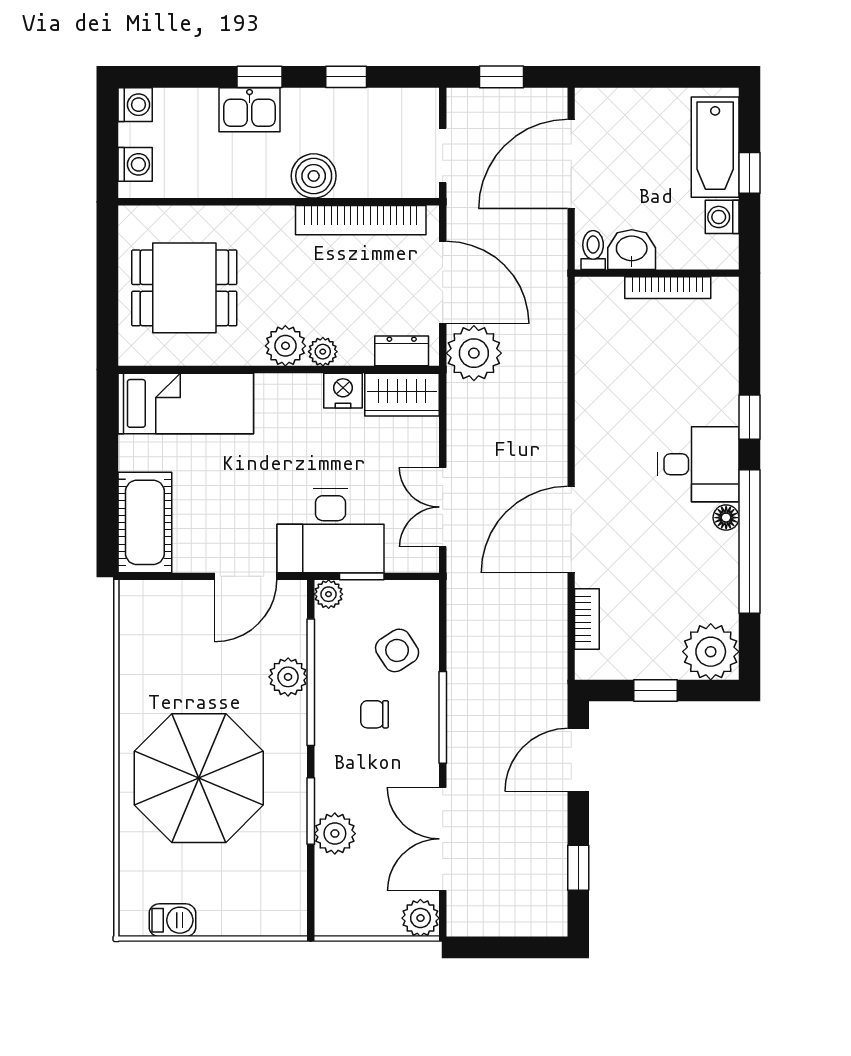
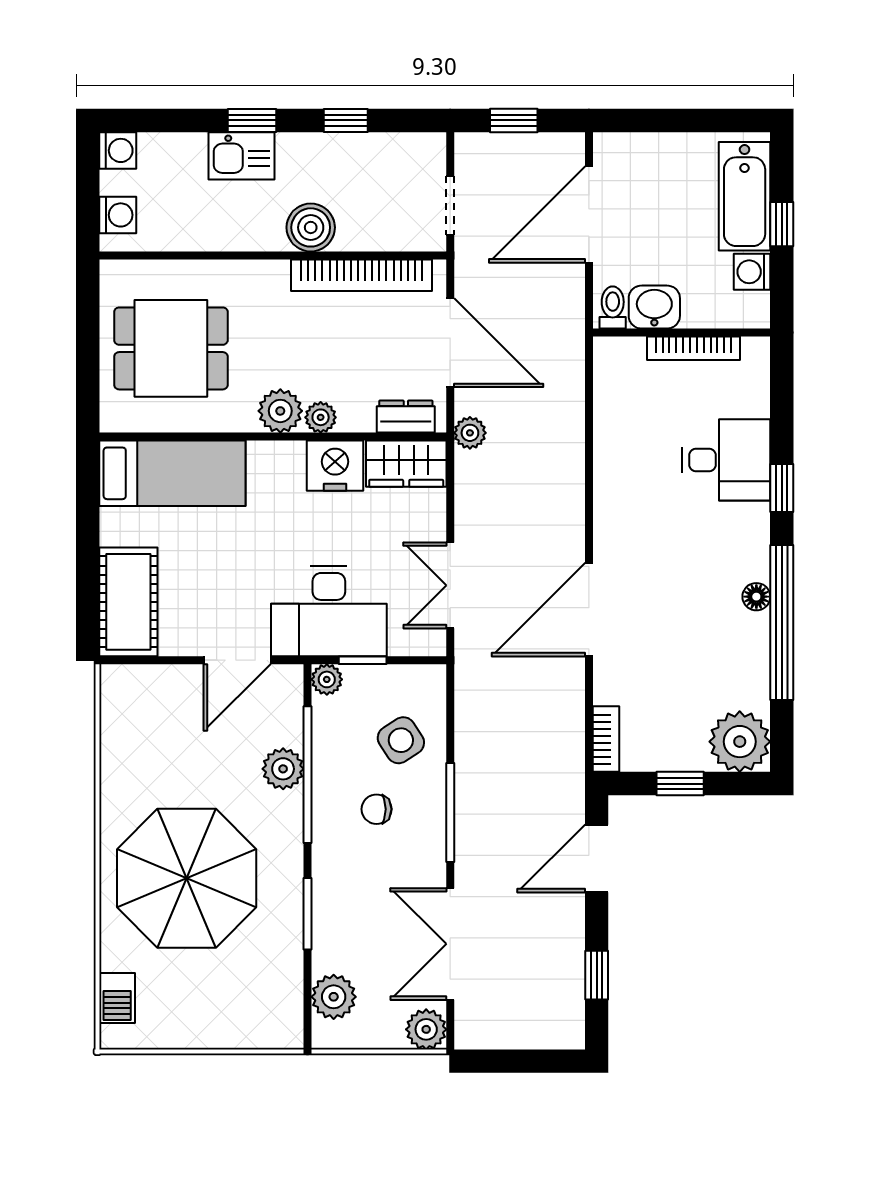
plant: (474, 353) -> (470, 433), width x0.53, depth x0.53
nightstand: (343, 391) -> (335, 466), width x1.36, depth x1.33
desk: (698, 464) -> (726, 460), moved
bookcase: (587, 619) -> (606, 739), moved
plant: (335, 834) -> (334, 997), moved
barbecue: (172, 920) -> (117, 998), moved, turned 90

